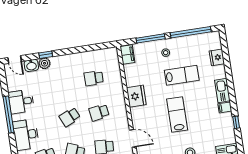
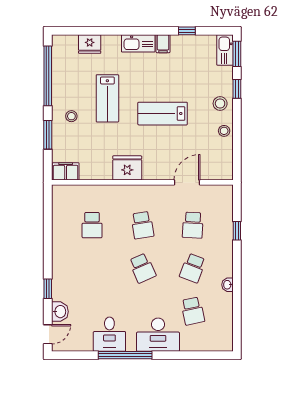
window: (151, 38) -> (48, 135), width x0.69
plant: (45, 63) -> (60, 292), removed
lab bench: (182, 75) -> (107, 98), turned 180

